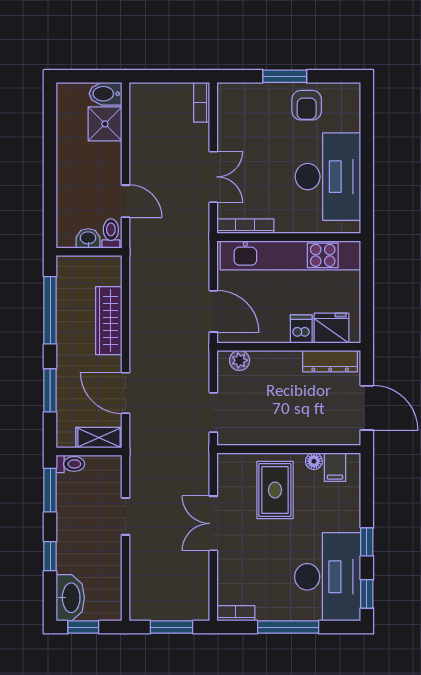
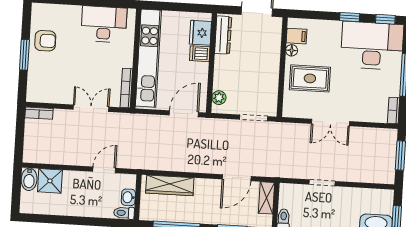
desk: (328, 177) -> (104, 24), width x0.73, depth x0.77
toilet: (111, 233) -> (124, 213), moved
wardrobe: (109, 321) -> (170, 185), moved

